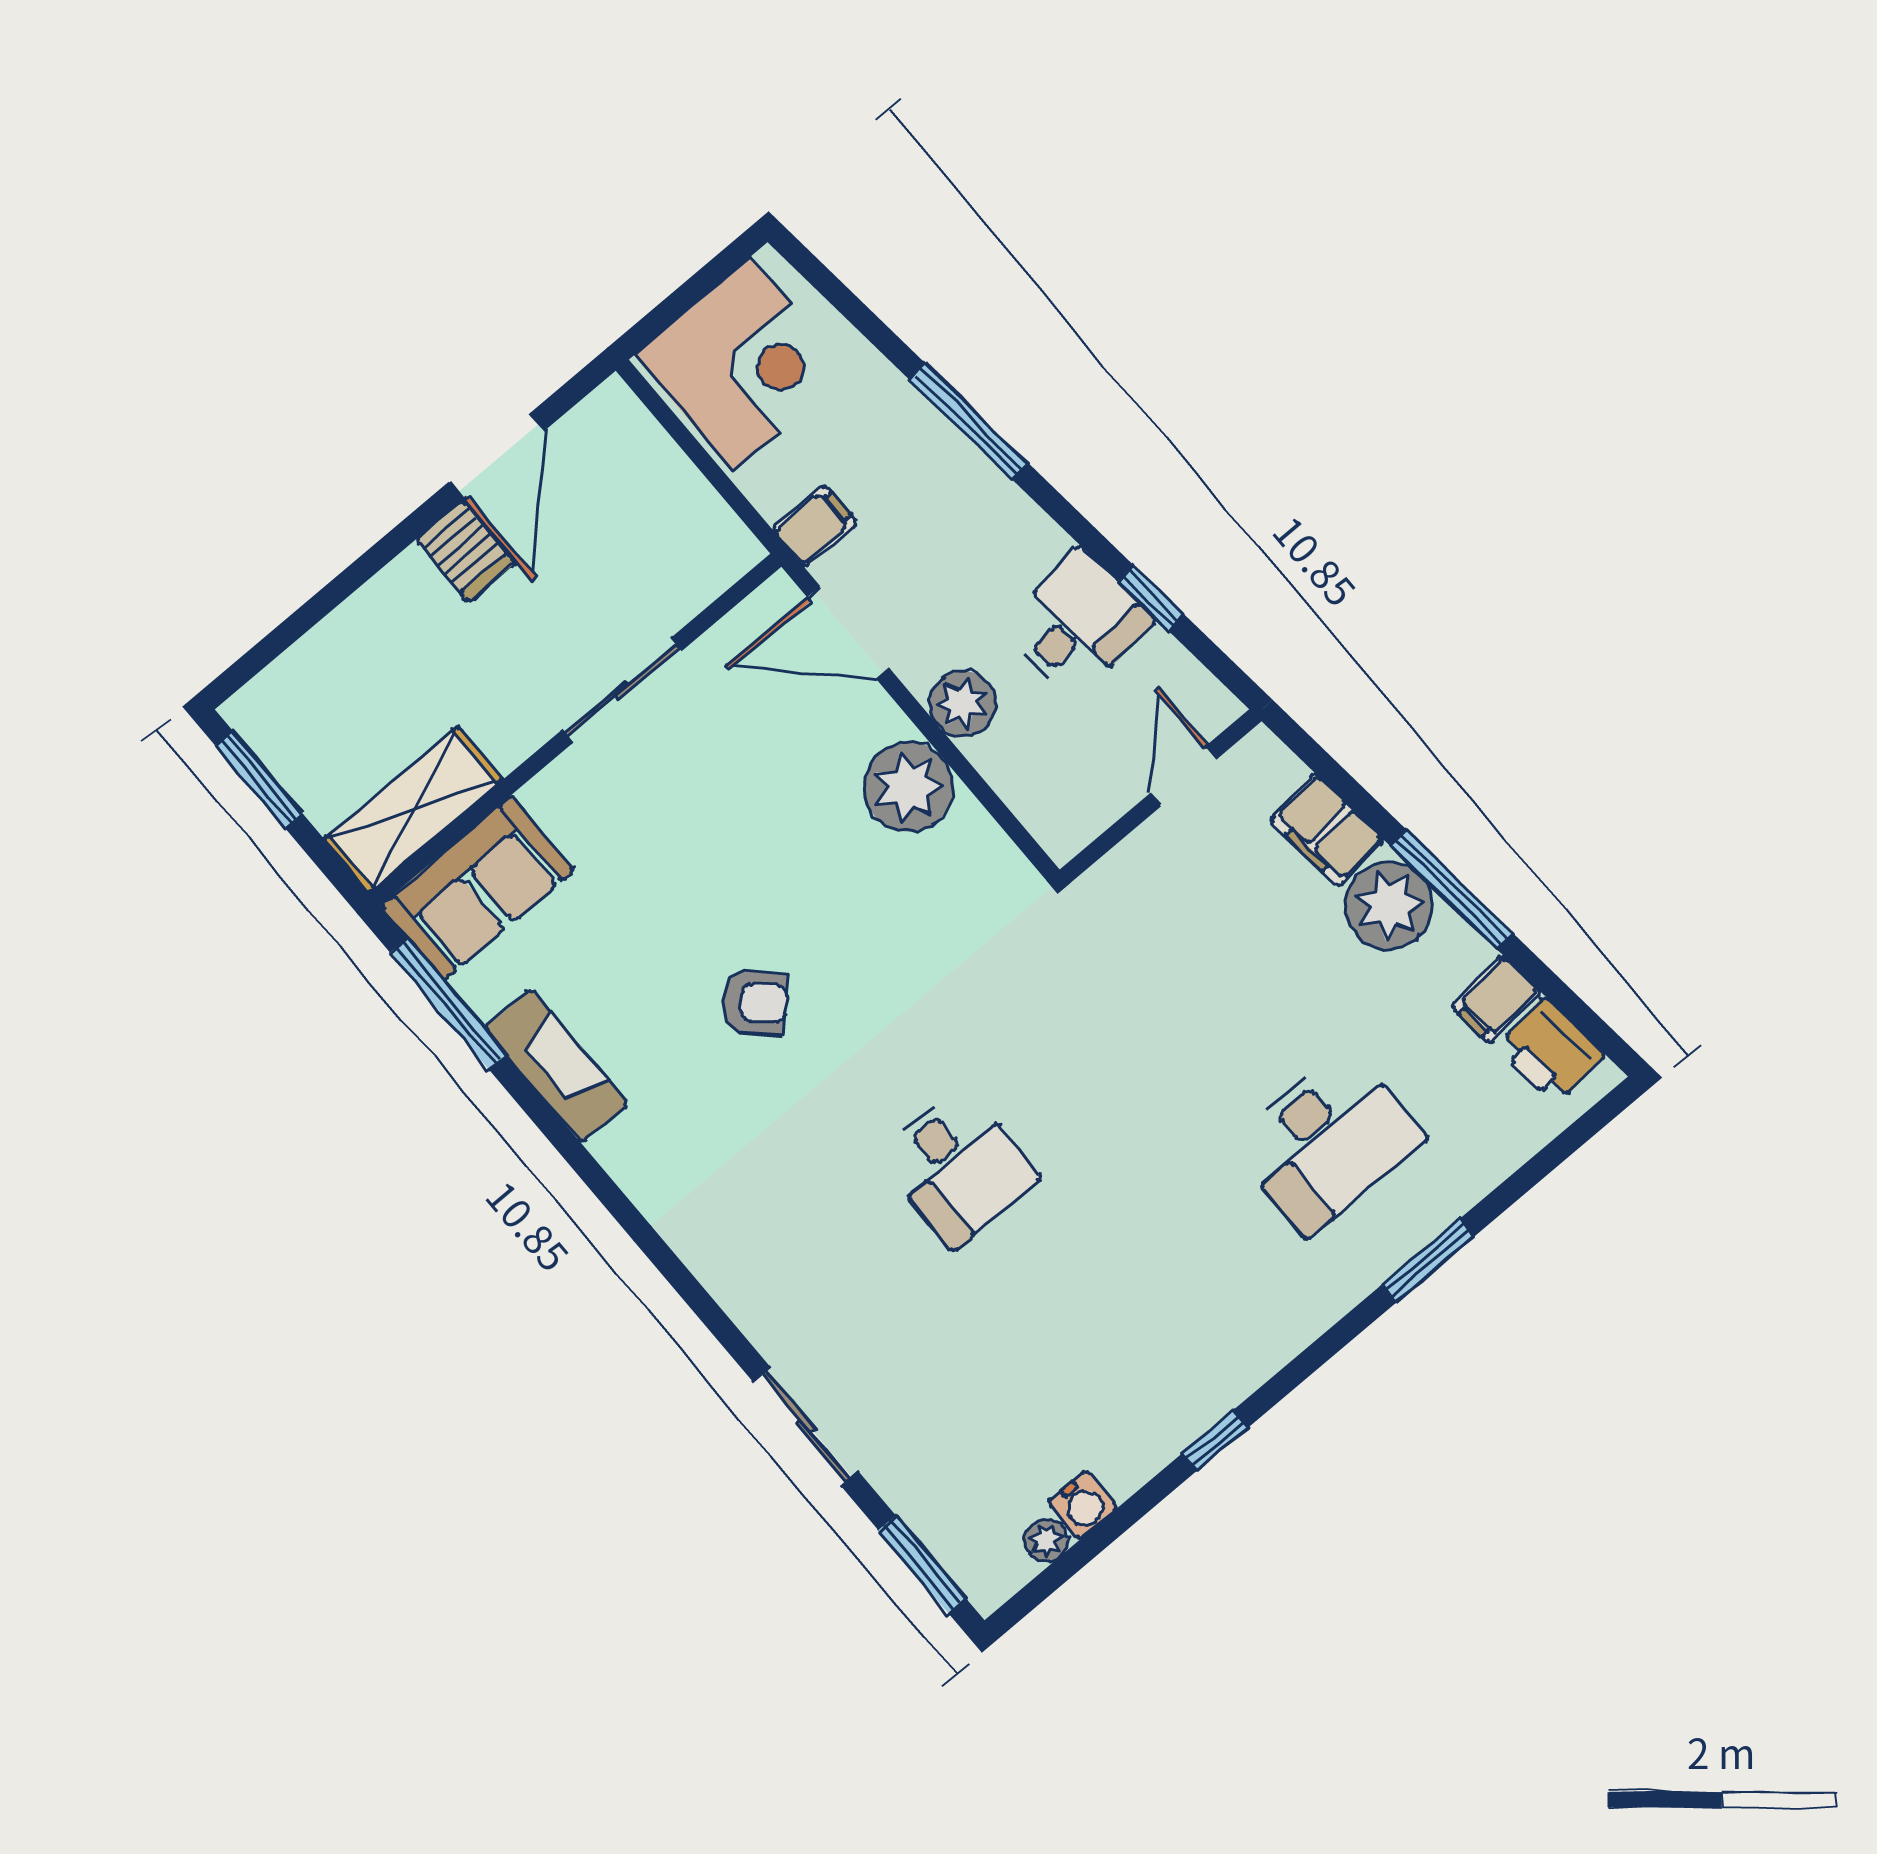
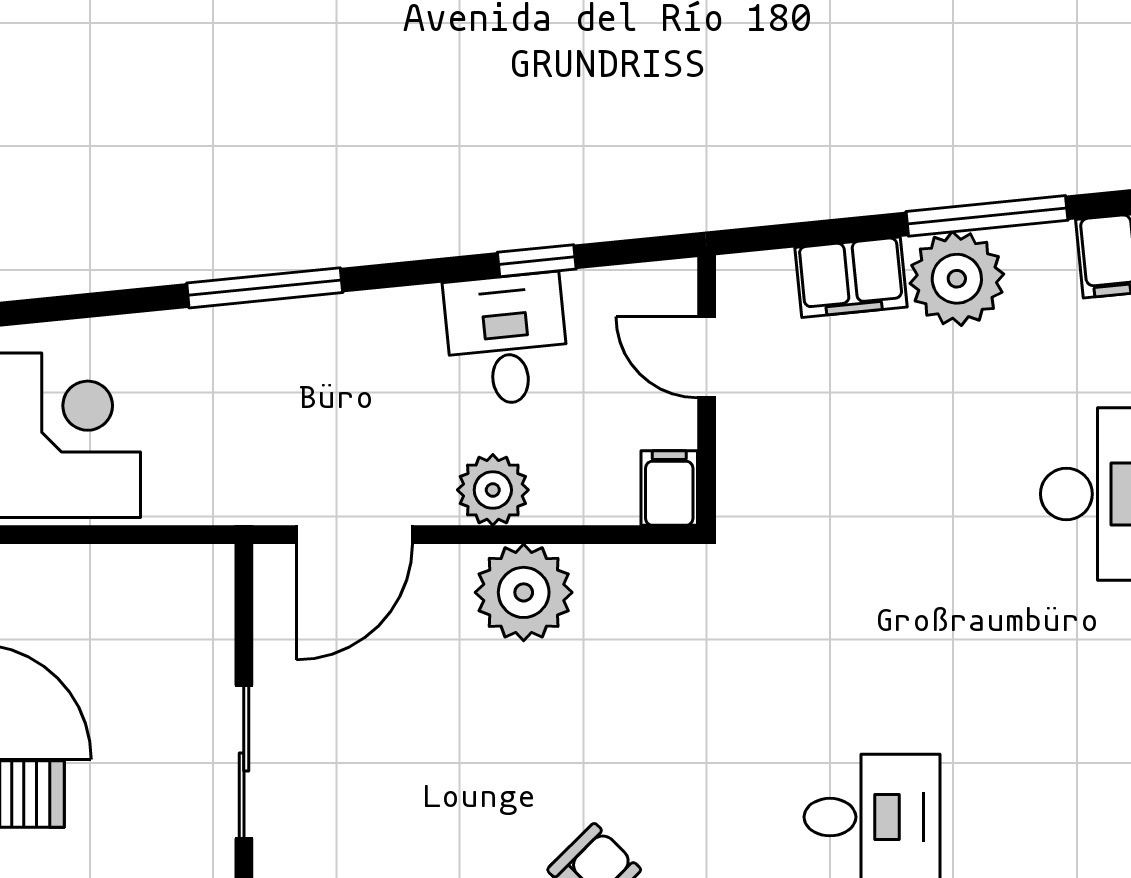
filing cabinet: (815, 526) -> (669, 488), moved

